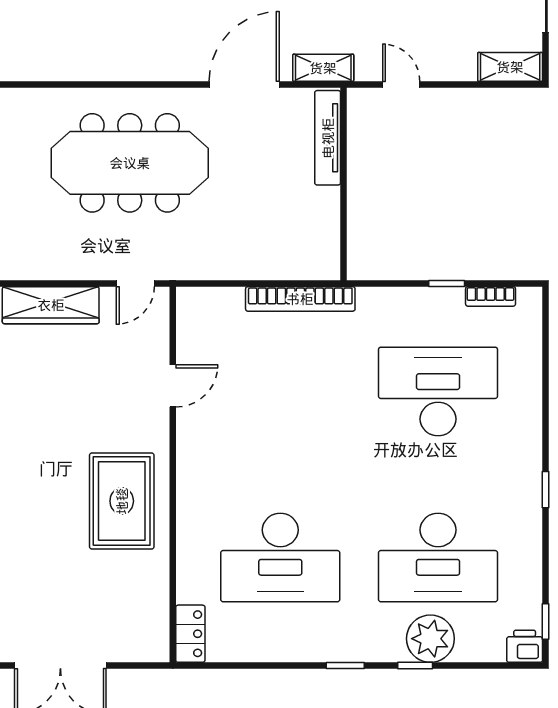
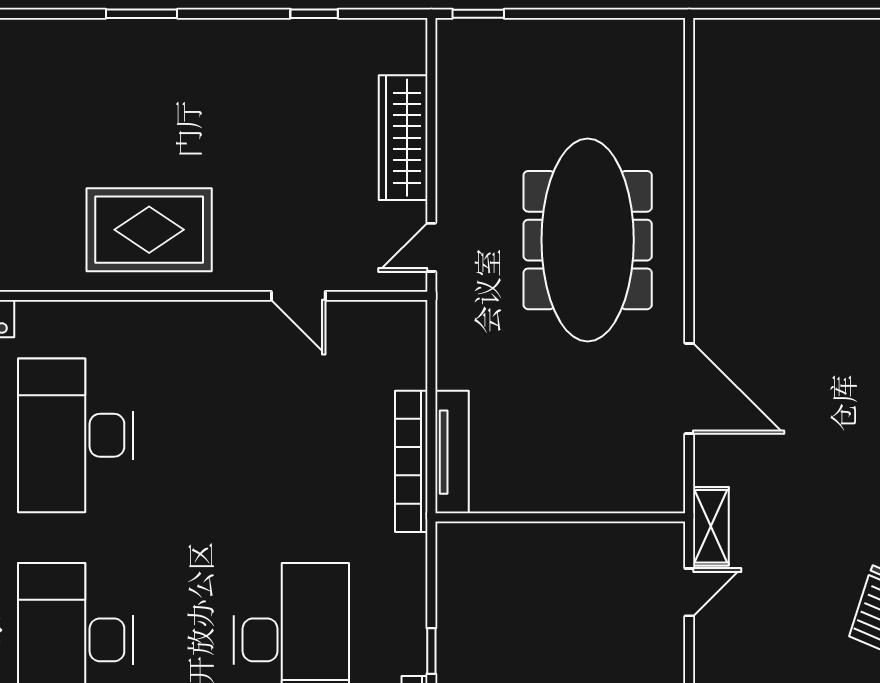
shelving: (323, 68) -> (711, 526), moved
tv unit: (328, 138) -> (452, 452), moved, turned 90
door: (135, 283) -> (431, 247), hinge flipped

